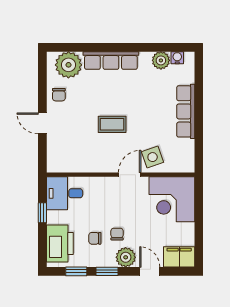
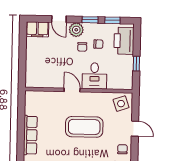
coffee table: (112, 124) -> (84, 127), width x1.86, depth x1.72
side table: (153, 157) -> (121, 104), moved
door: (130, 175) -> (72, 90), swing flipped
desk: (65, 193) -> (94, 76), moved, turned 90
corner desk: (172, 199) -> (42, 71), removed

